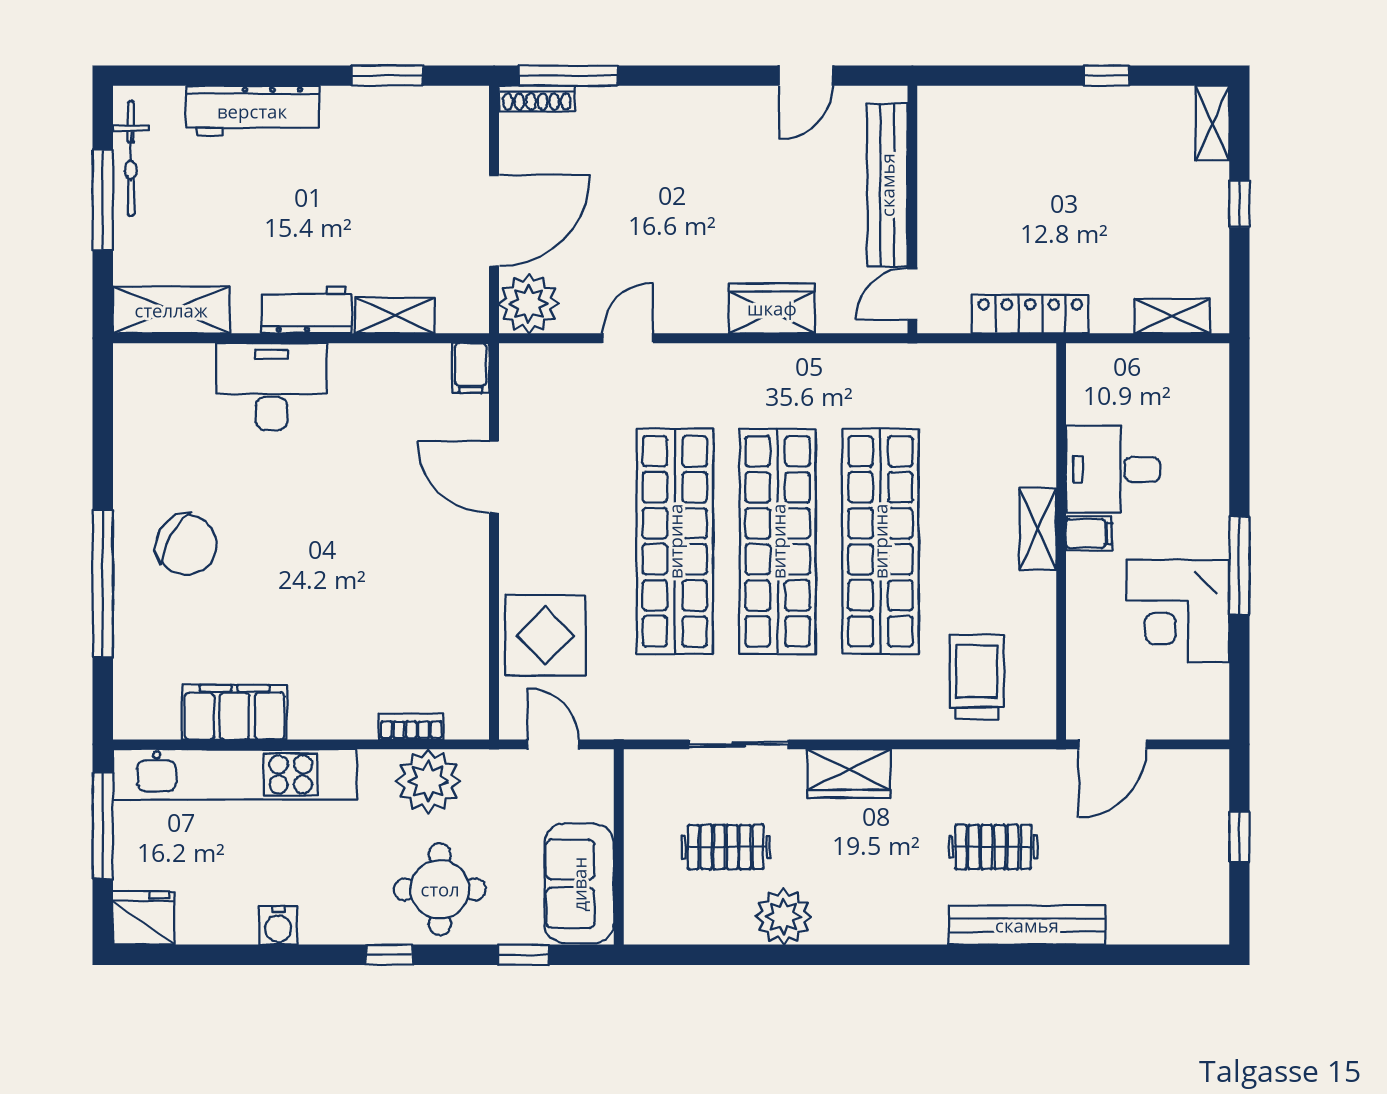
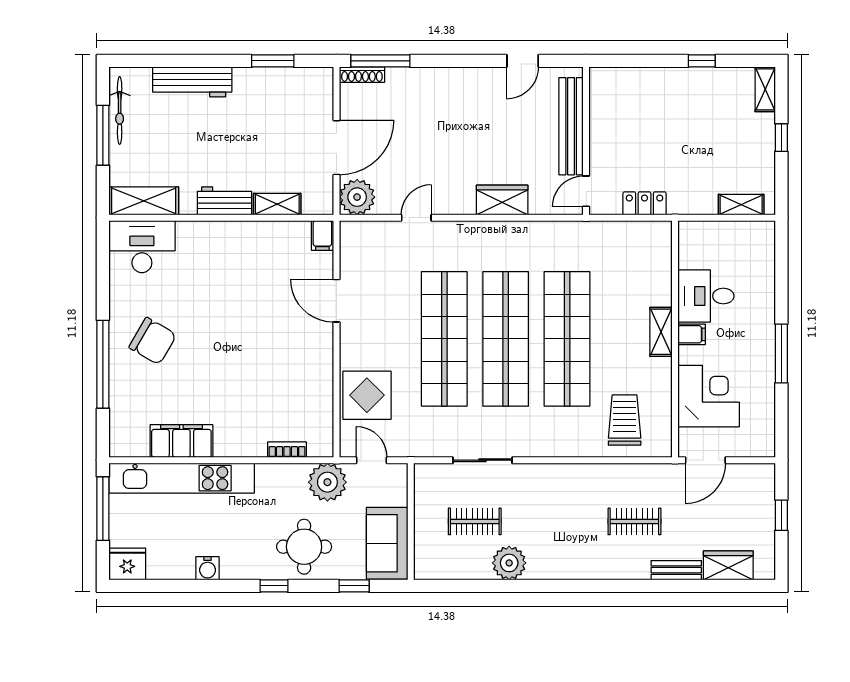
locker: (1030, 314) -> (645, 203), width x0.66
desk: (271, 387) -> (142, 247), moved
corner desk: (1178, 611) -> (709, 396), moved, turned 180
wardrobe: (849, 773) -> (728, 565), moved, turned 180
plant: (428, 781) -> (327, 482), moved
bench: (1027, 925) -> (676, 570), width x0.54, depth x0.82

